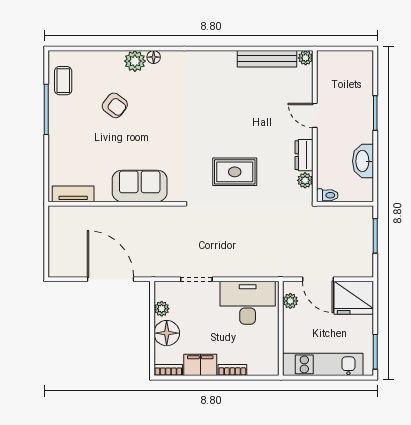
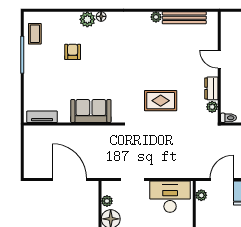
plant: (306, 58) -> (156, 17), moved
armchair: (115, 105) -> (73, 52), turned -127
door: (318, 279) -> (222, 179), swing flipped

